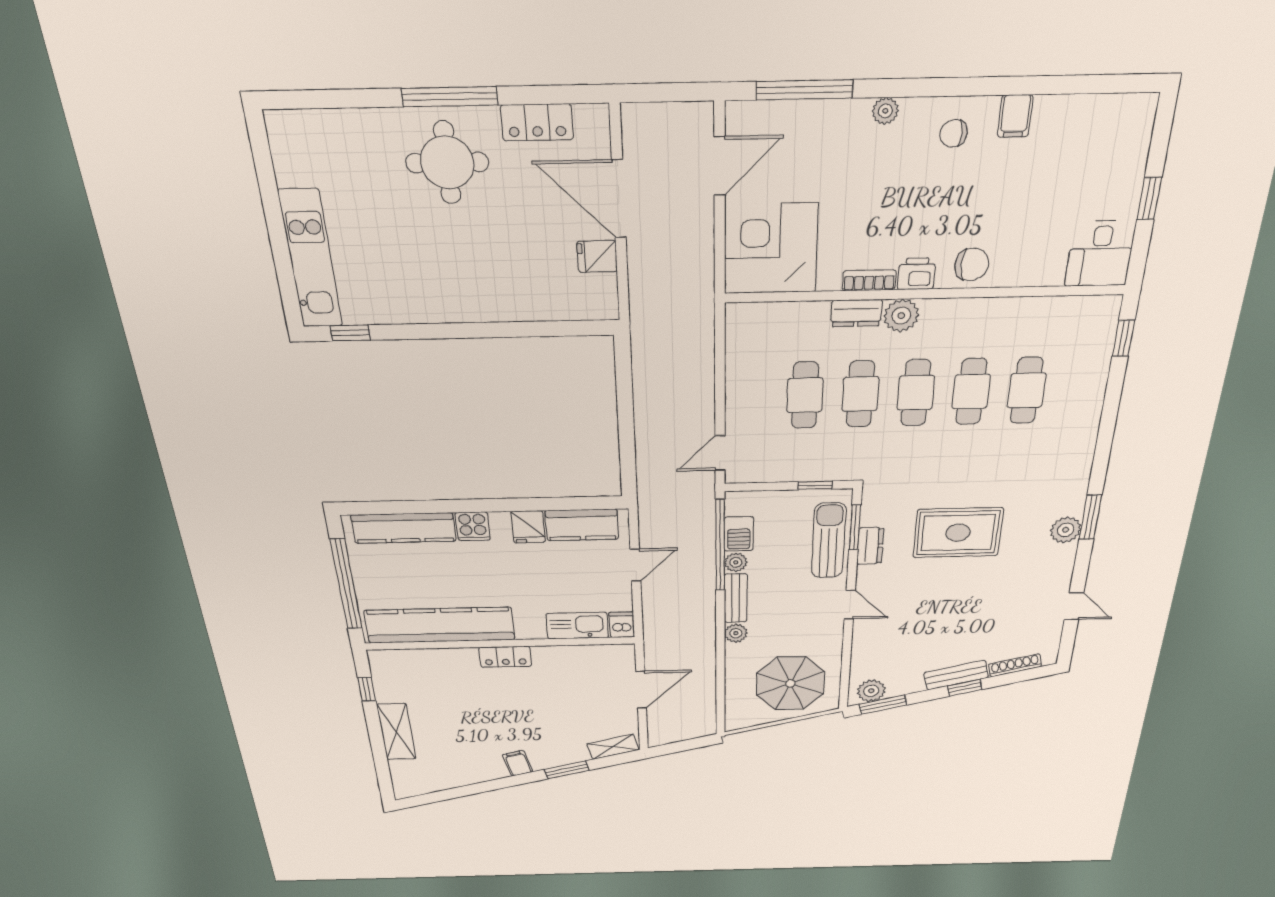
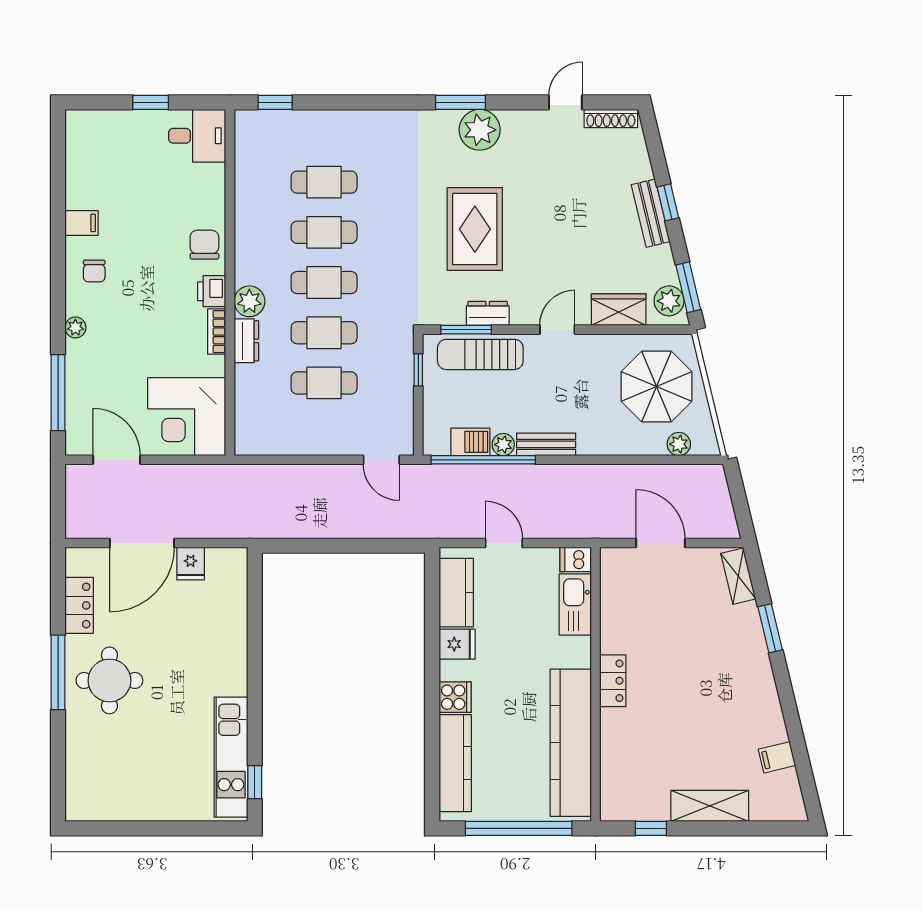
kitchen unit: (311, 259) -> (231, 757), moved, turned -90
plant: (1066, 530) -> (480, 130), width x1.36, depth x1.36
plant: (736, 633) -> (679, 444), moved
wardrobe: (866, 653) -> (619, 310), added
shoe rack: (1015, 665) -> (611, 118), moved, turned -77
filing cabinet: (518, 763) -> (777, 757), moved

